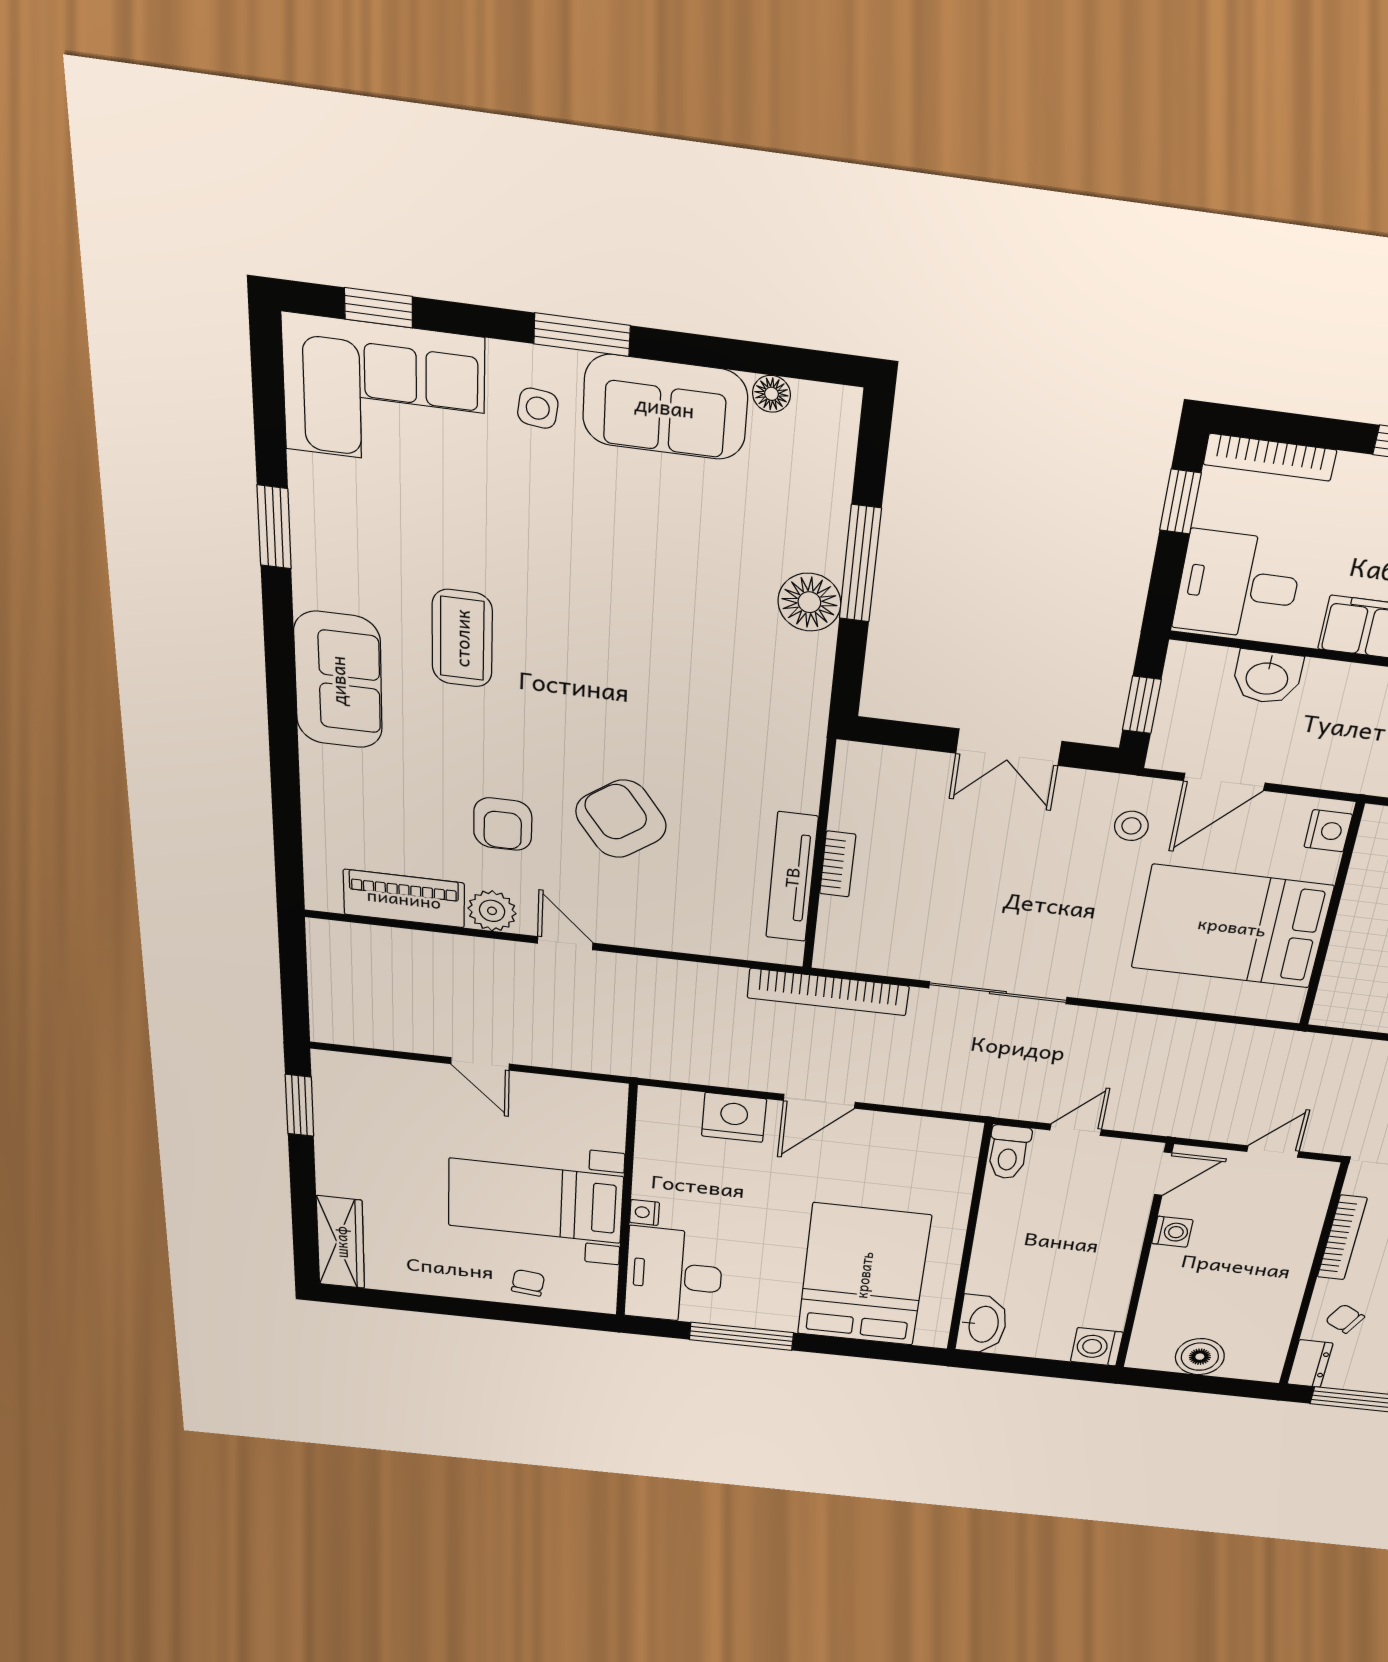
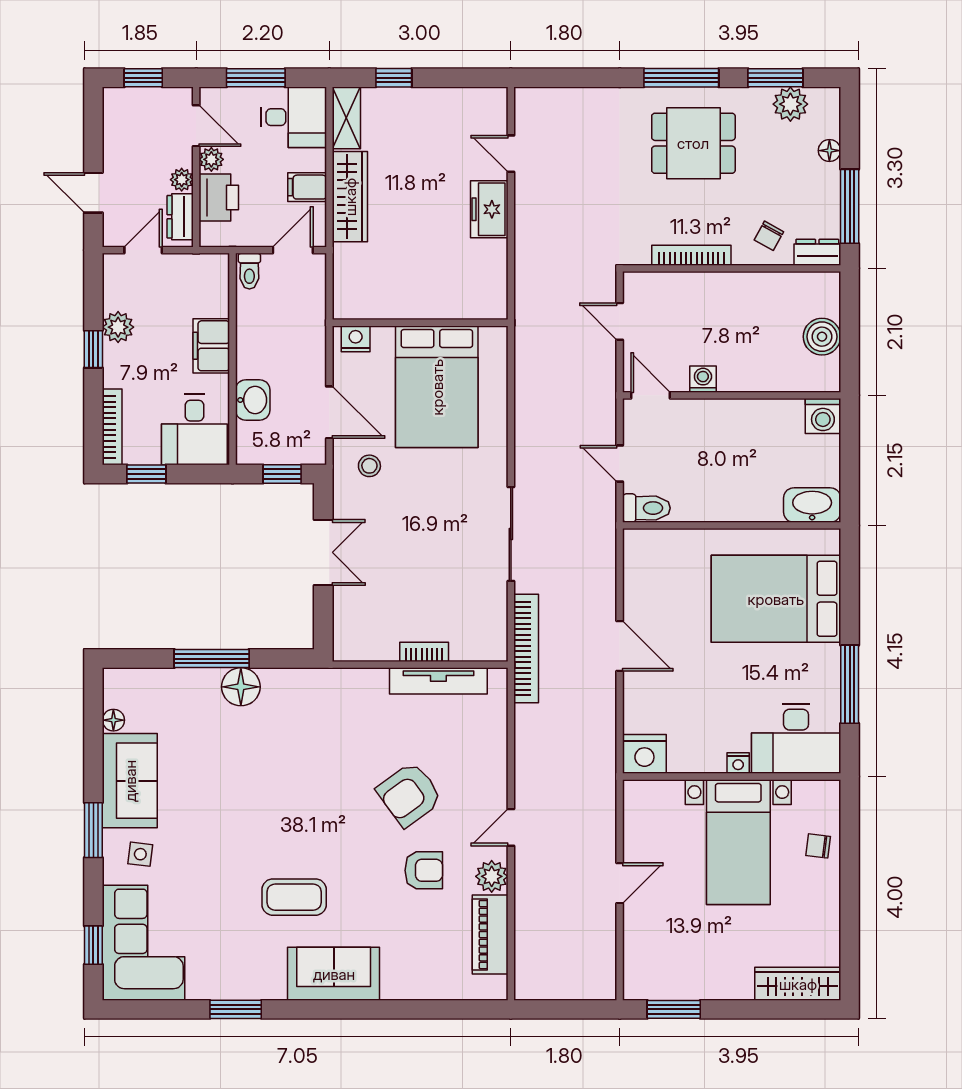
nightstand: (734, 1117) -> (644, 754), moved, turned -90

